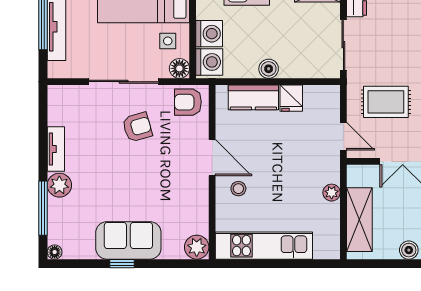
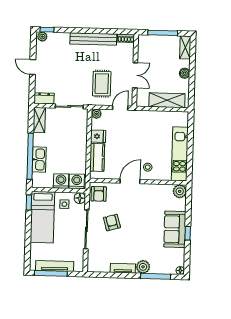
boiler: (269, 69) -> (81, 148), removed
plant: (332, 193) -> (96, 114), moved

